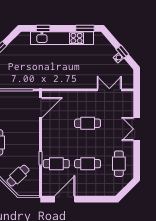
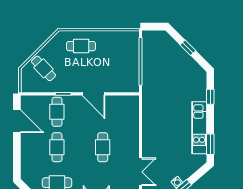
kitchen unit: (62, 38) -> (199, 128), width x0.73
door: (41, 108) -> (93, 94), moved

